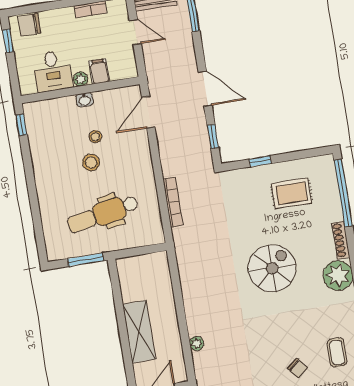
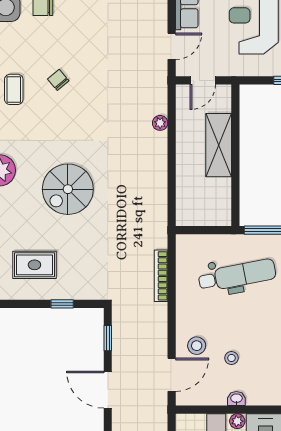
stool: (91, 162) -> (197, 346), moved

